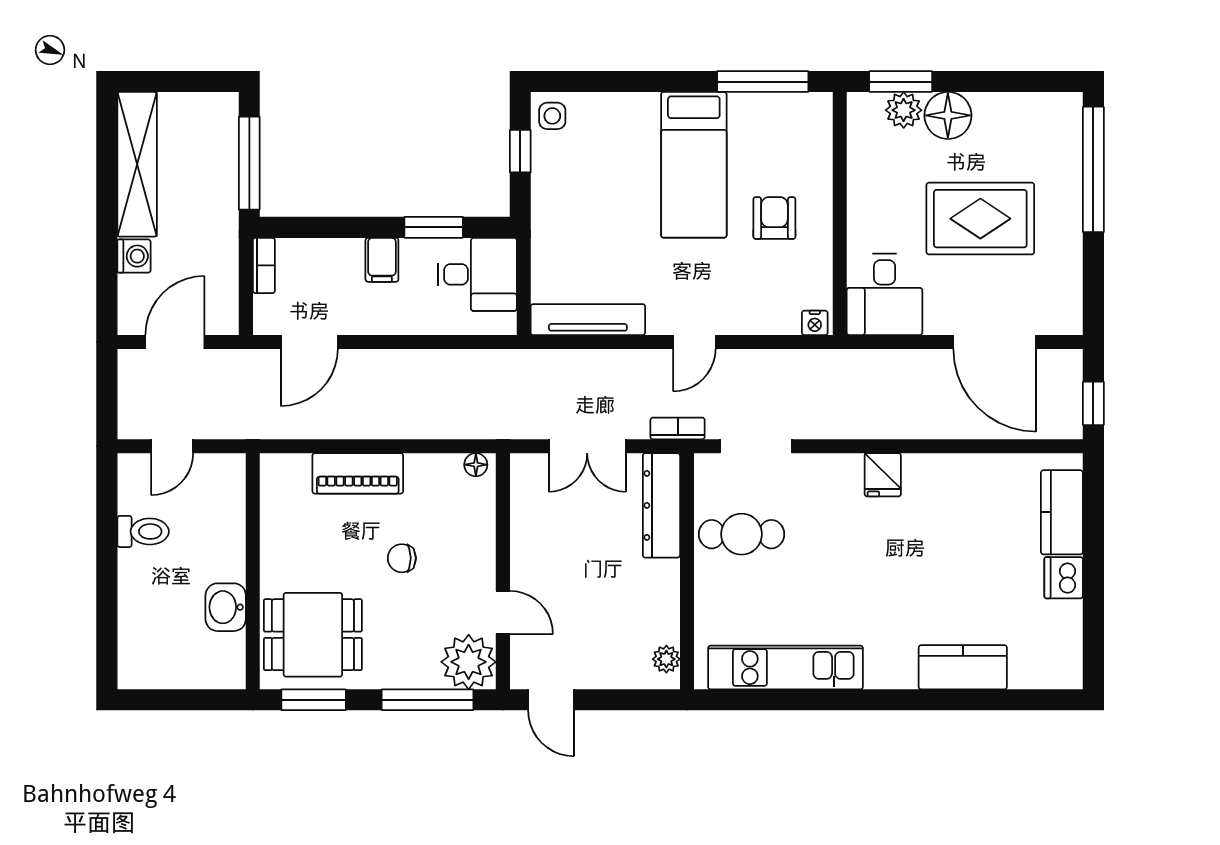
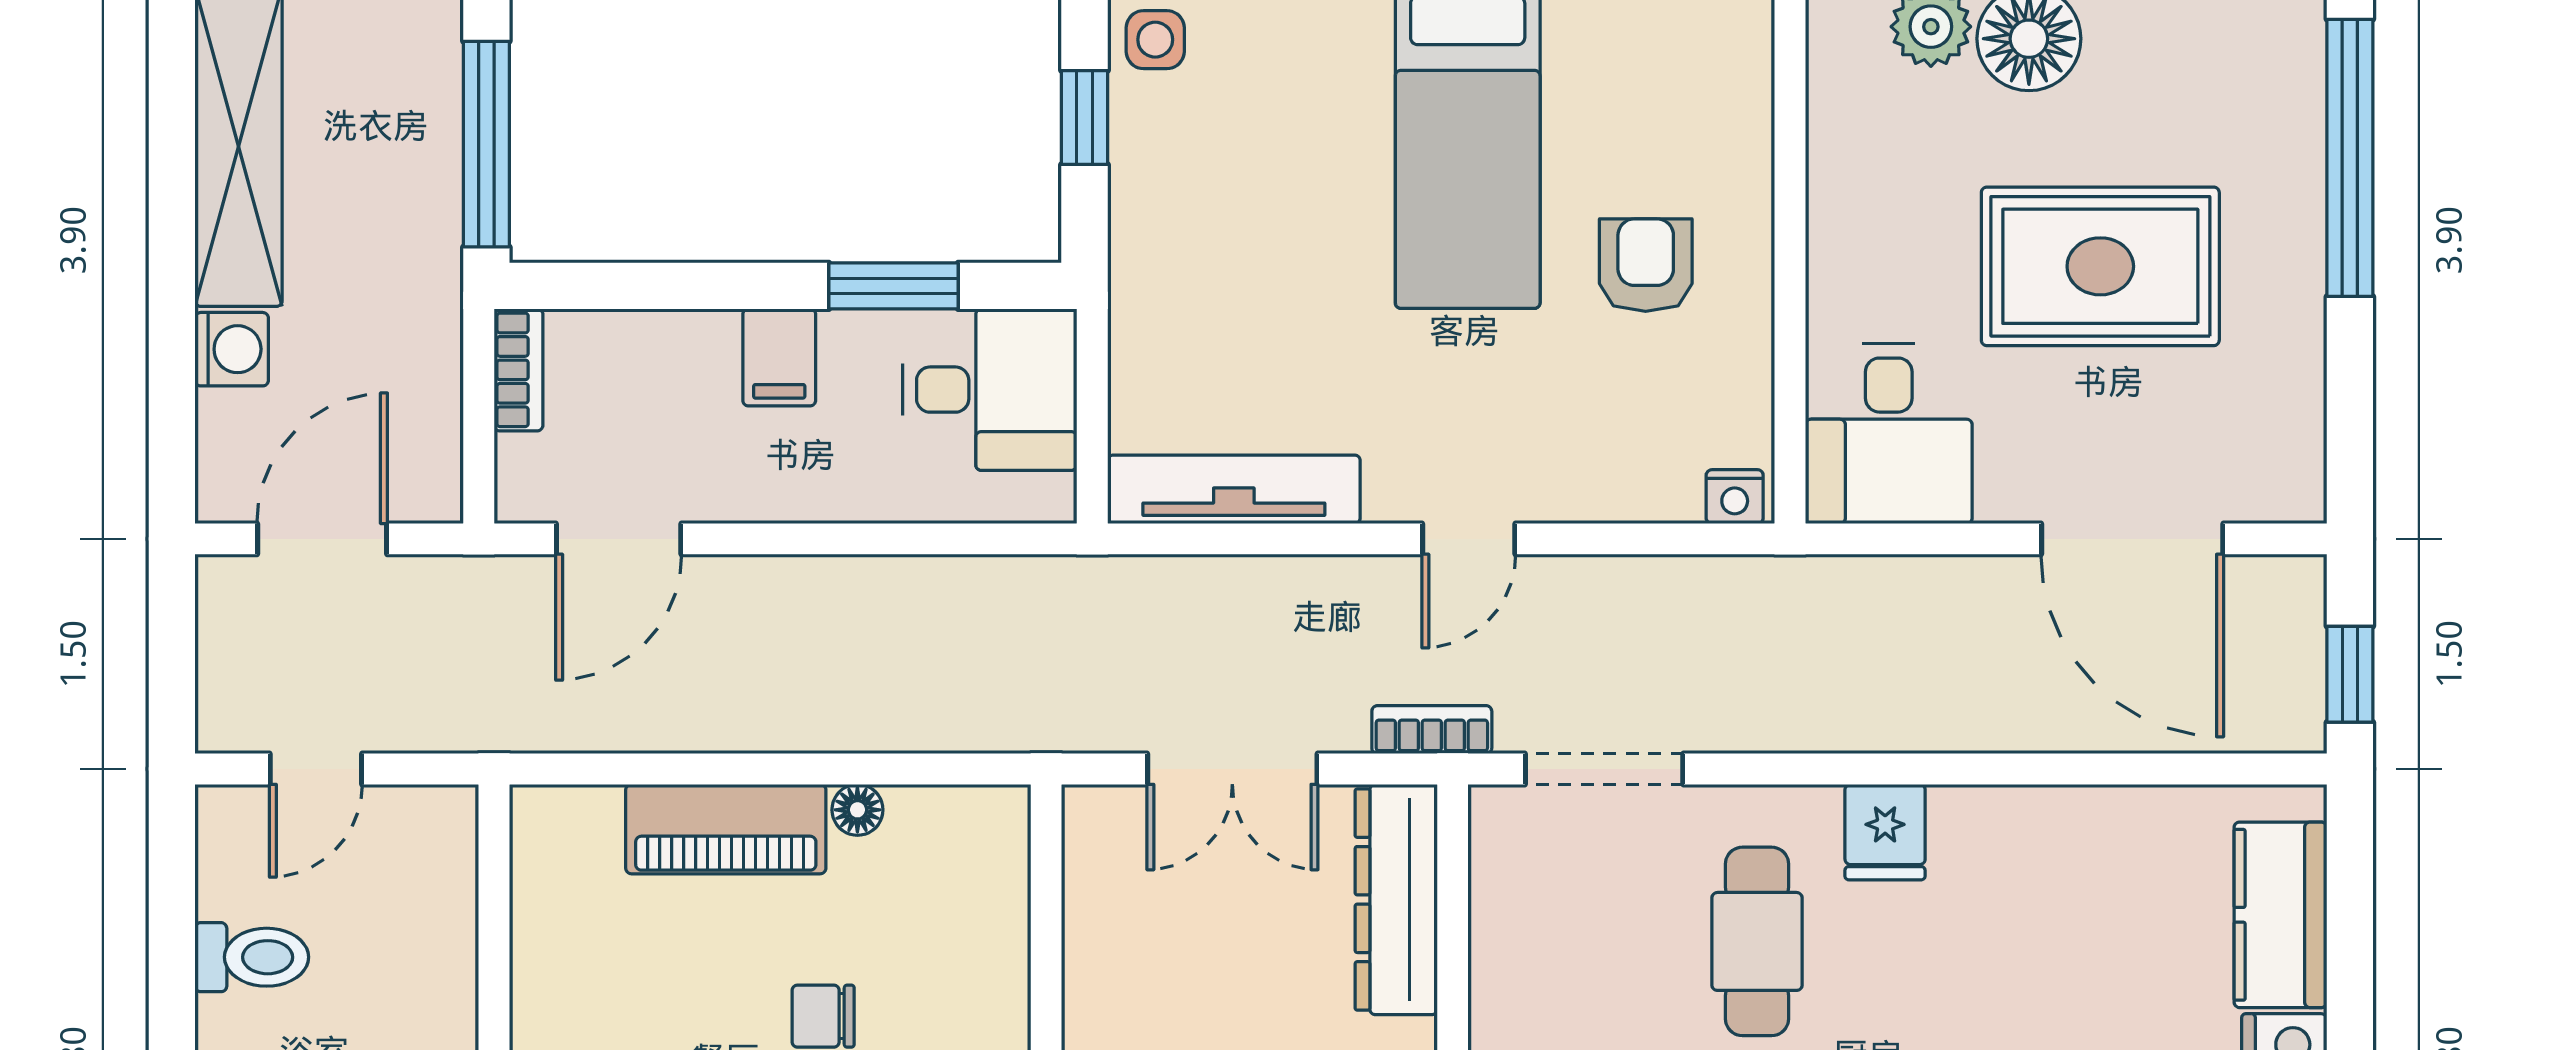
floor lamp: (476, 465) -> (857, 810), moved
cafe table: (742, 534) -> (1757, 941), moved, turned 90

